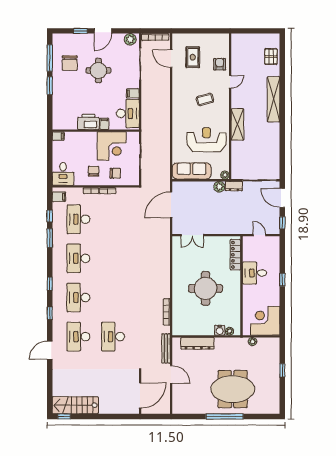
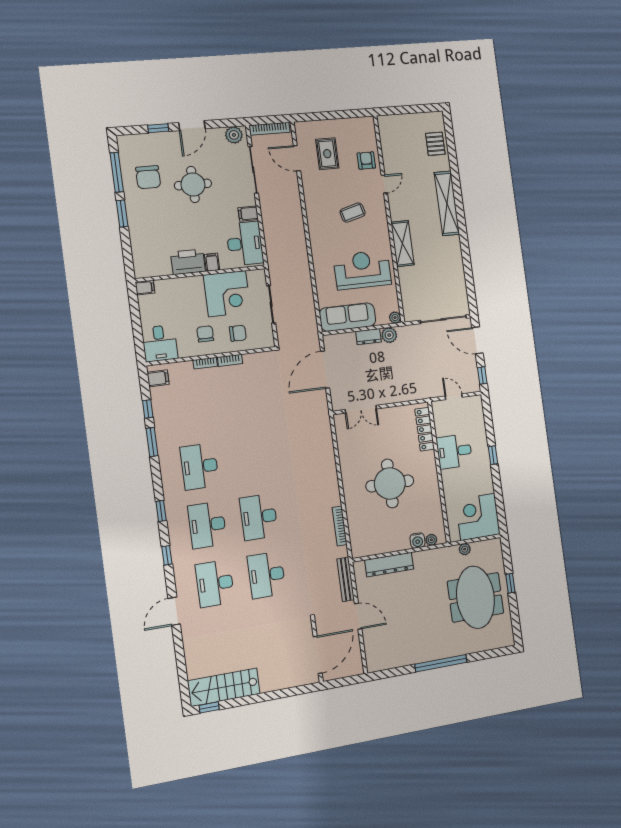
dresser: (234, 186) -> (368, 337), moved
desk: (78, 219) -> (259, 517), moved
meeting table: (233, 389) -> (475, 597), moved, turned 90

